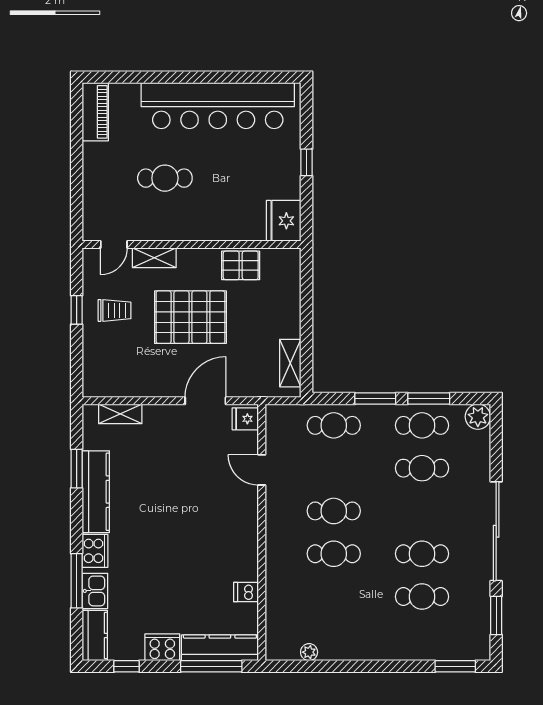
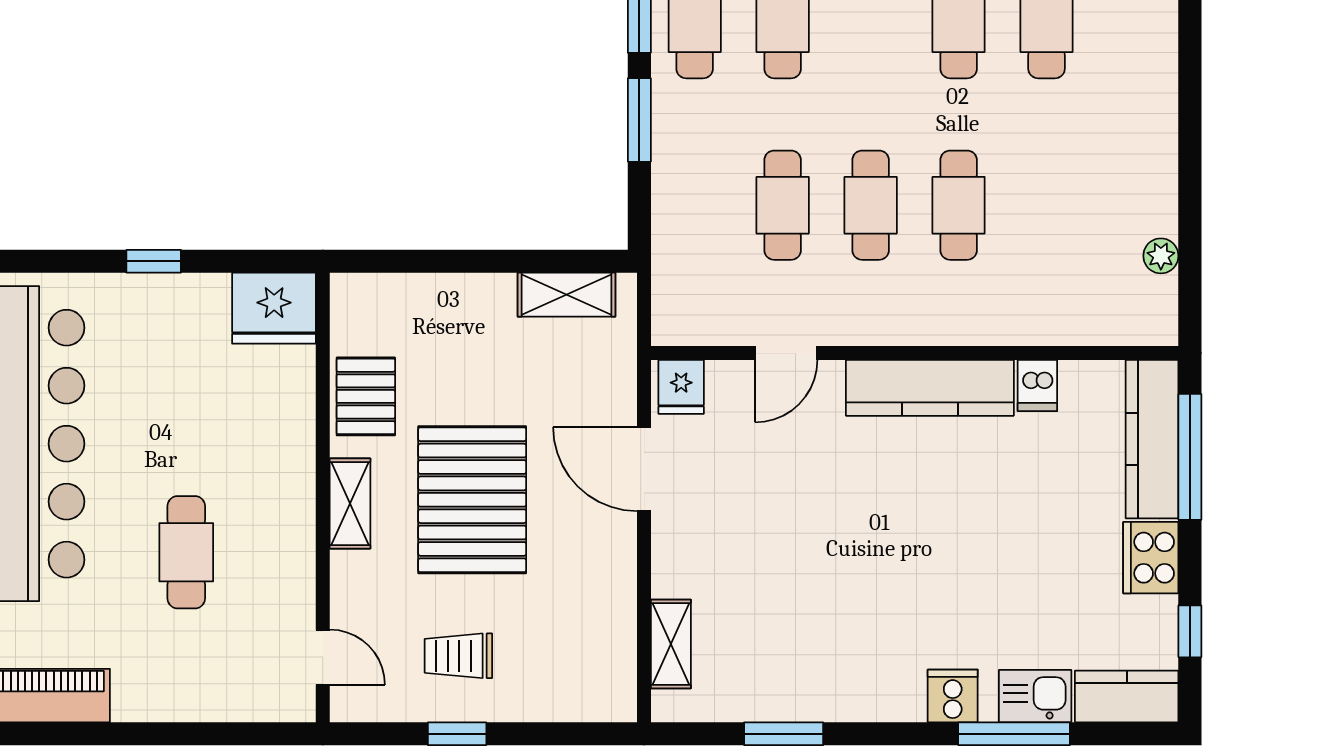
shelving: (154, 258) -> (350, 504), moved
trolley: (115, 310) -> (458, 656), turned -90
cafe table: (334, 425) -> (783, 205), moved
kitchen counter: (96, 492) -> (930, 388), moved, turned 180
cooker: (95, 551) -> (953, 696), width x0.73

